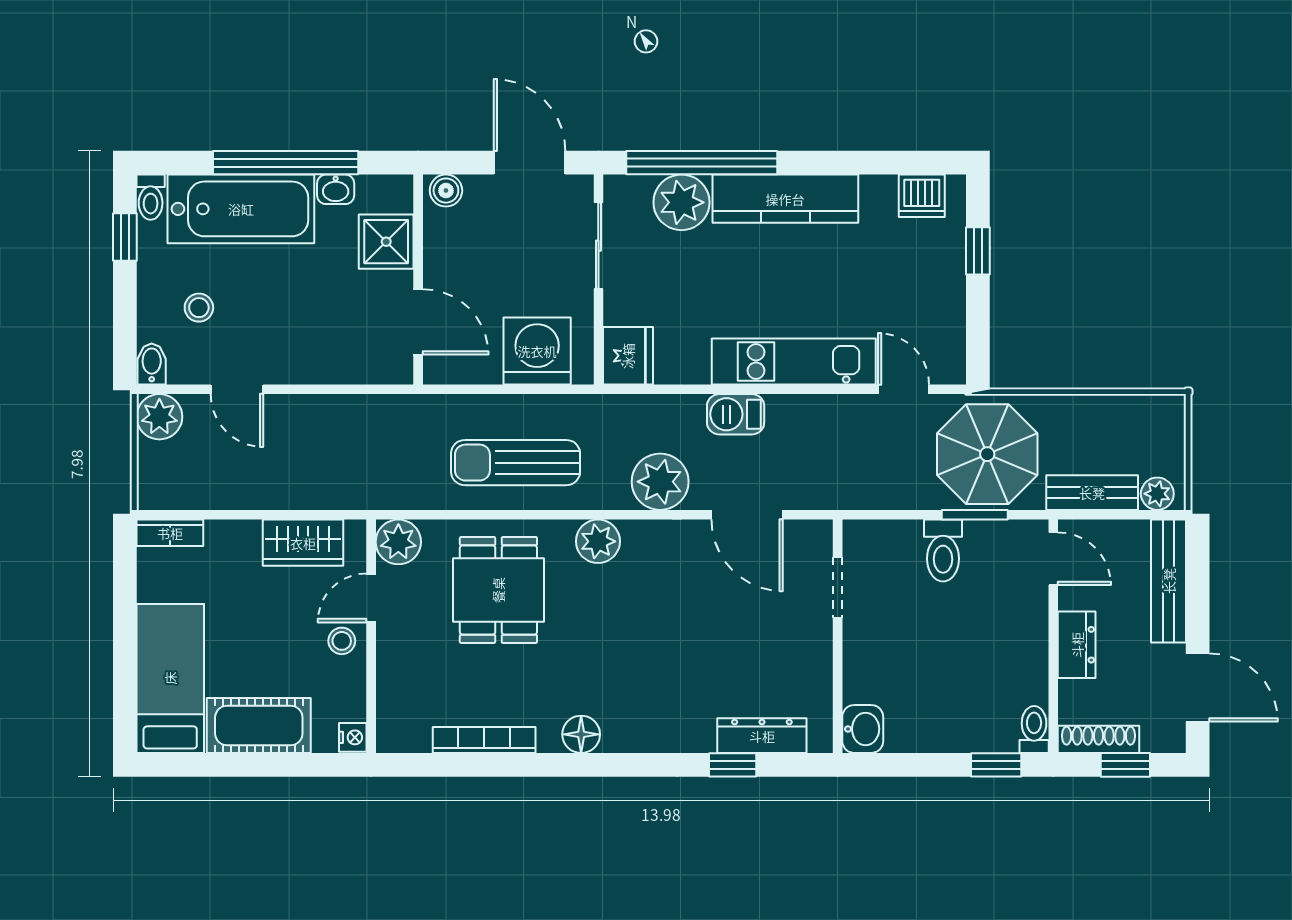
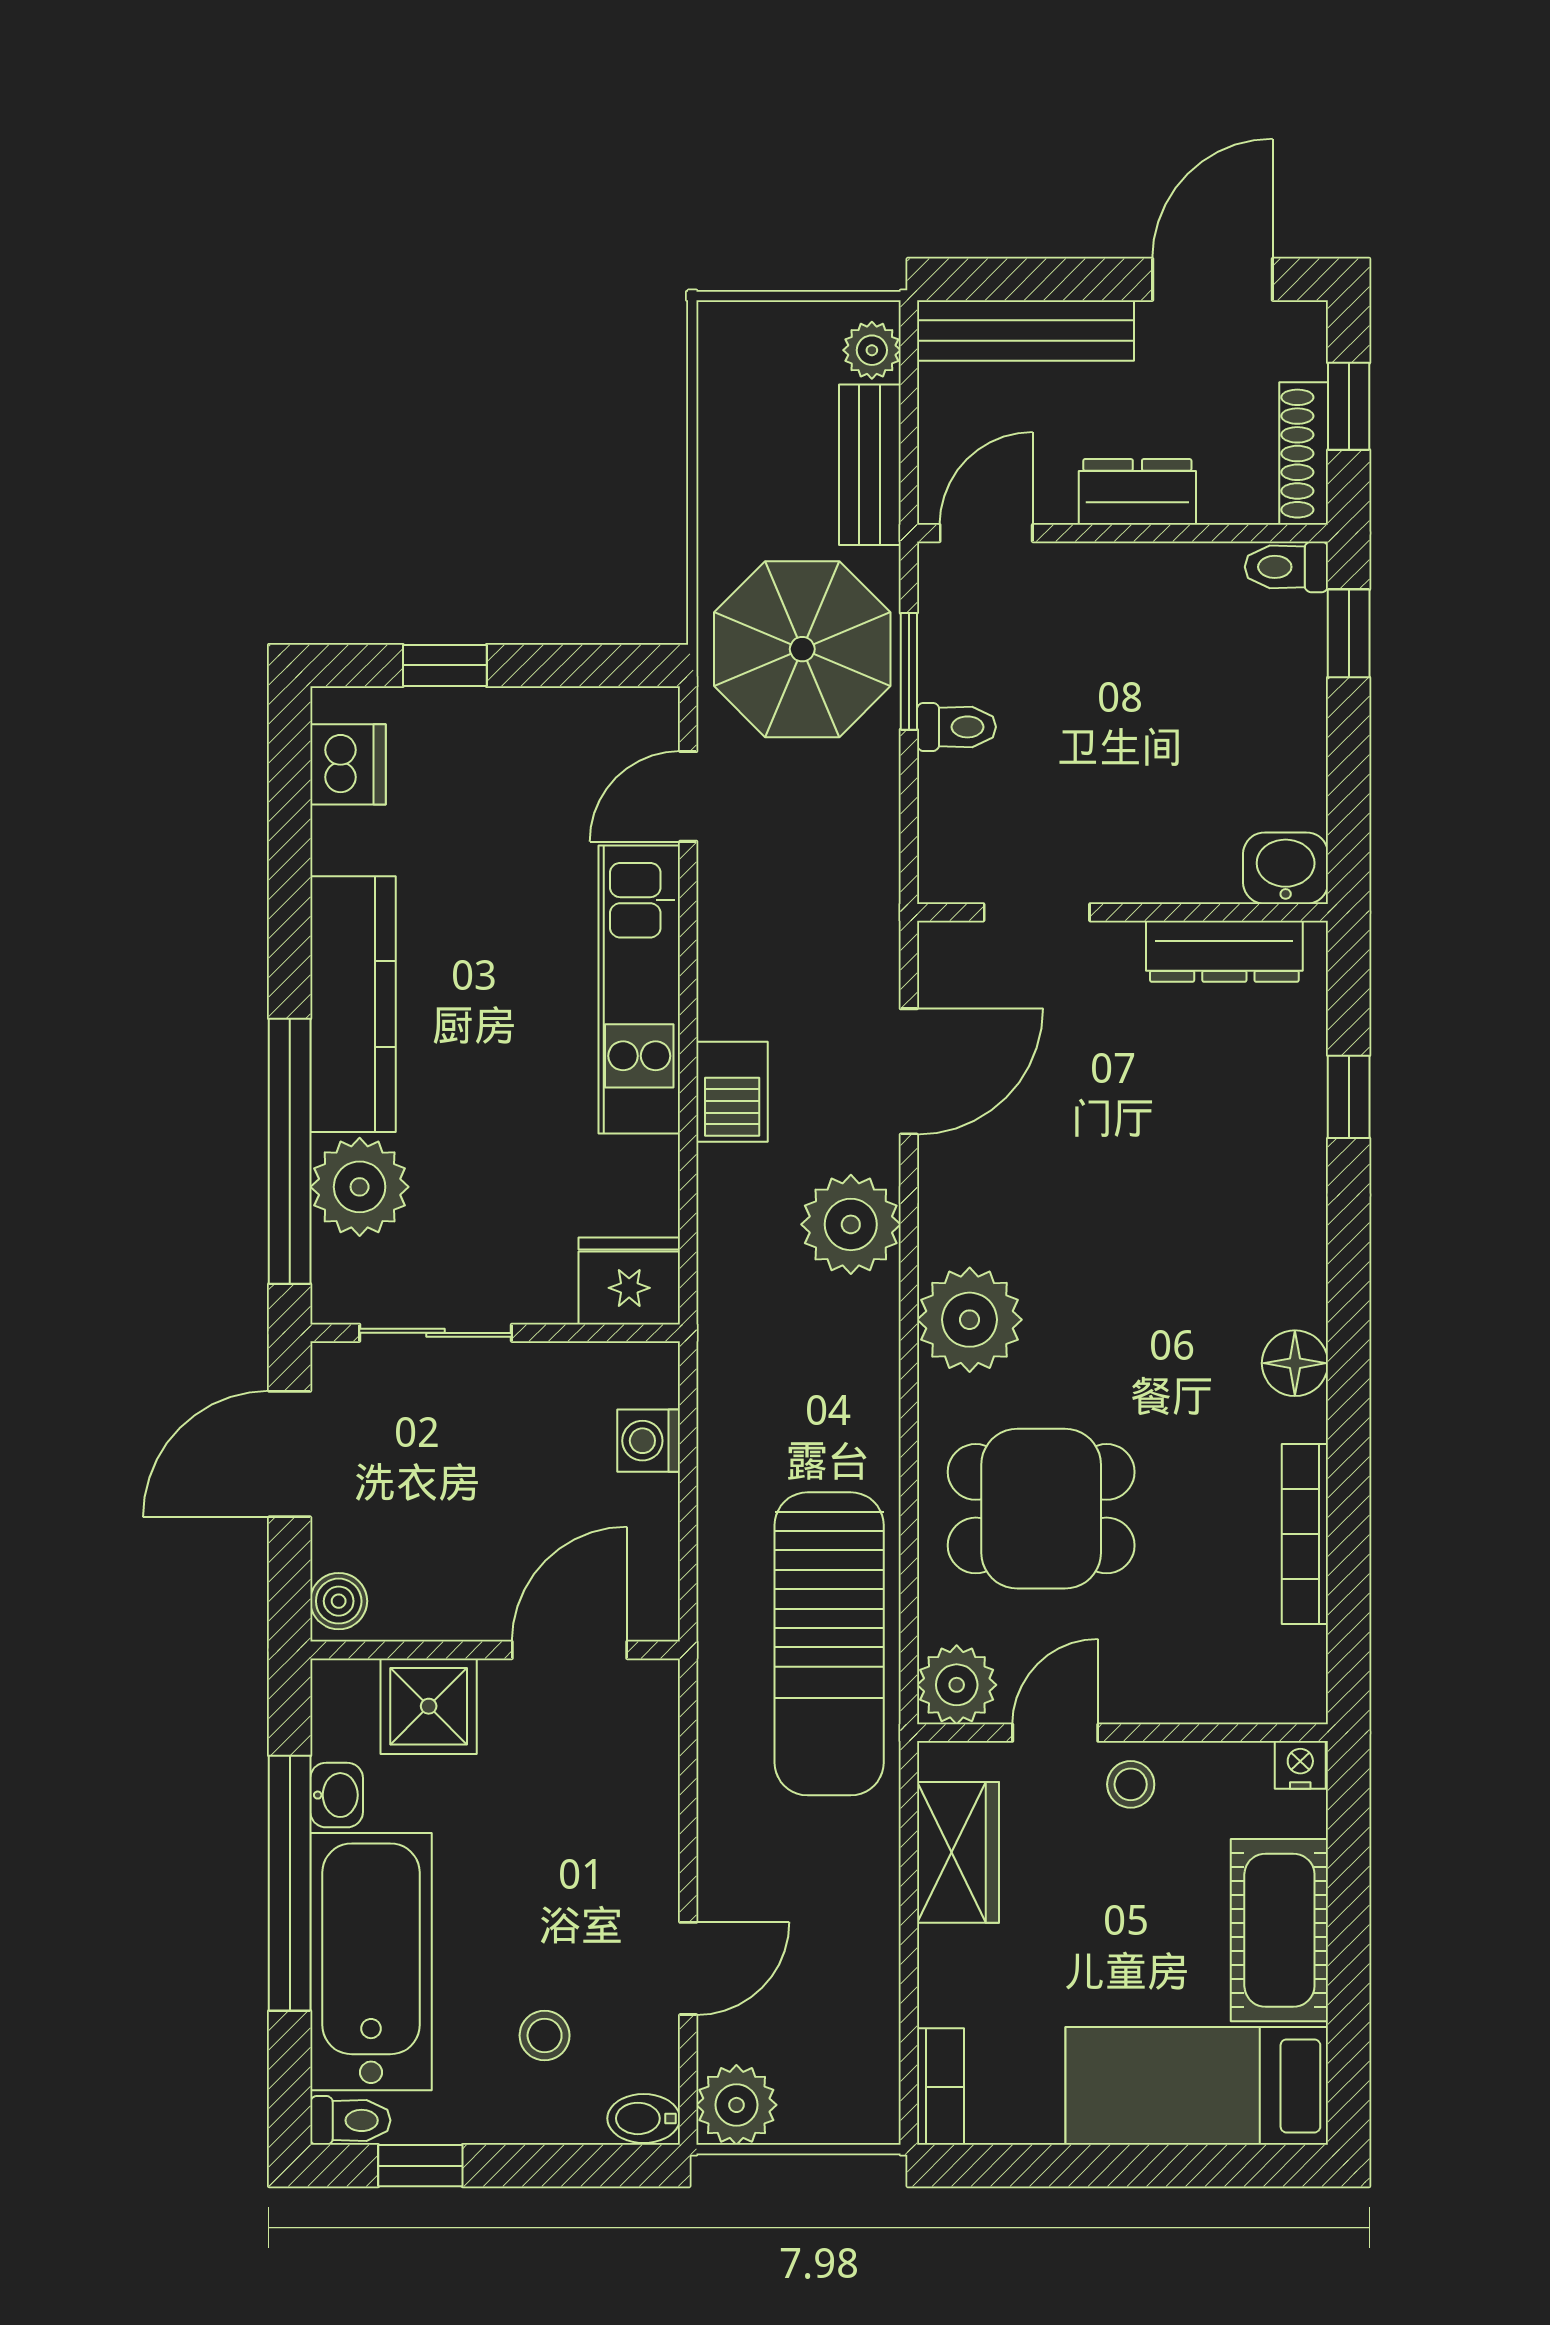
washing machine: (537, 351) -> (649, 1441), width x0.53, depth x0.53
sun lounger: (516, 463) -> (829, 1644), moved, width x1.36, depth x1.34
plant: (598, 541) -> (970, 1320), width x1.36, depth x1.36
toilet: (943, 550) -> (956, 727), width x0.73, depth x0.72
door: (371, 598) -> (1055, 1733), swing flipped
dresser: (762, 736) -> (1224, 951), moved, turned -90

